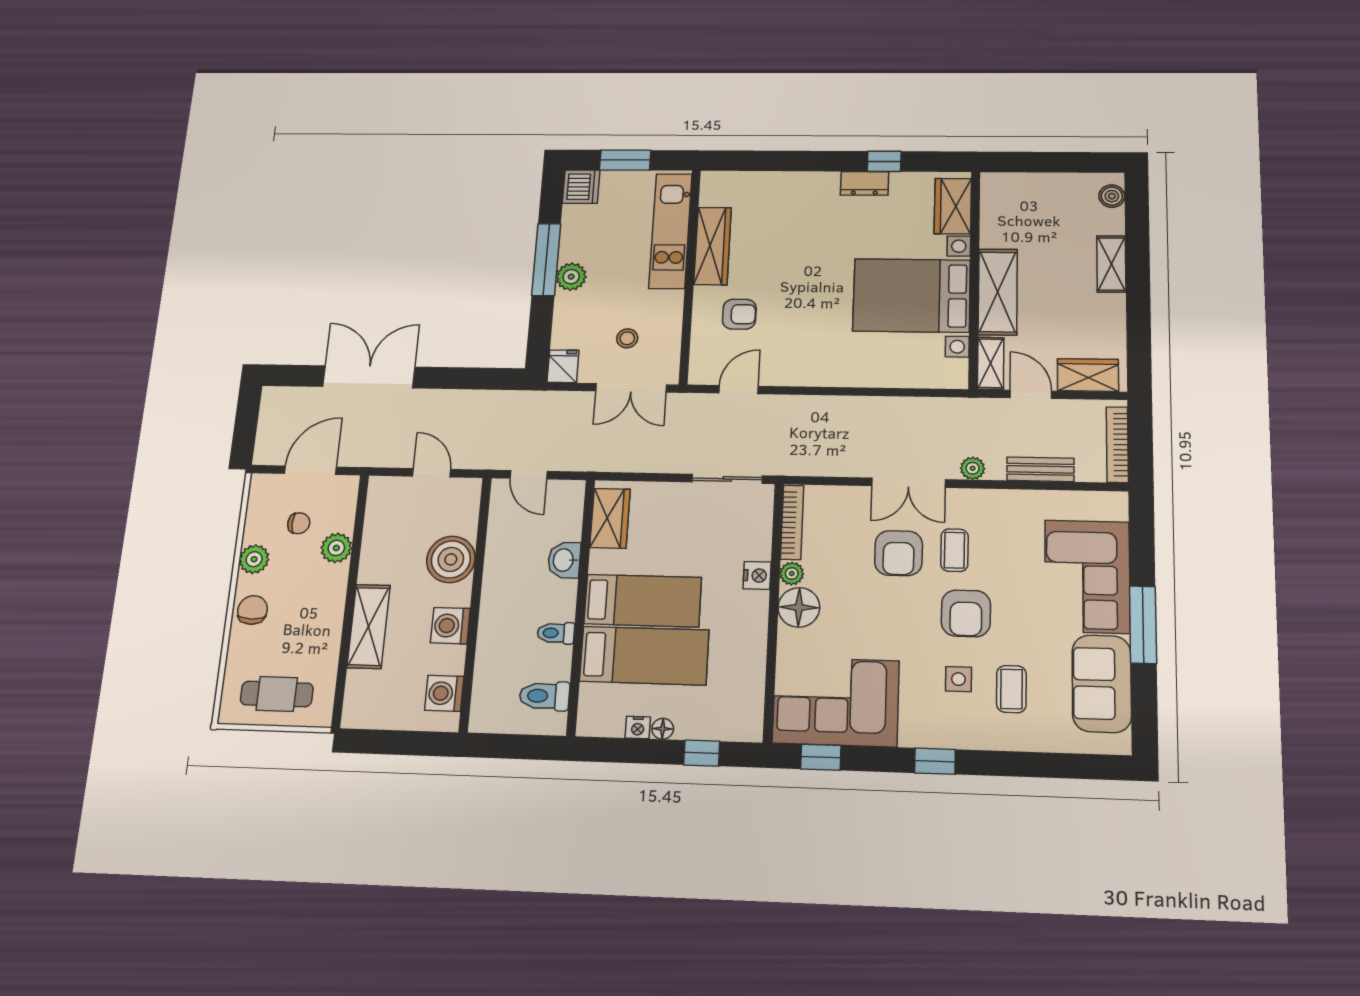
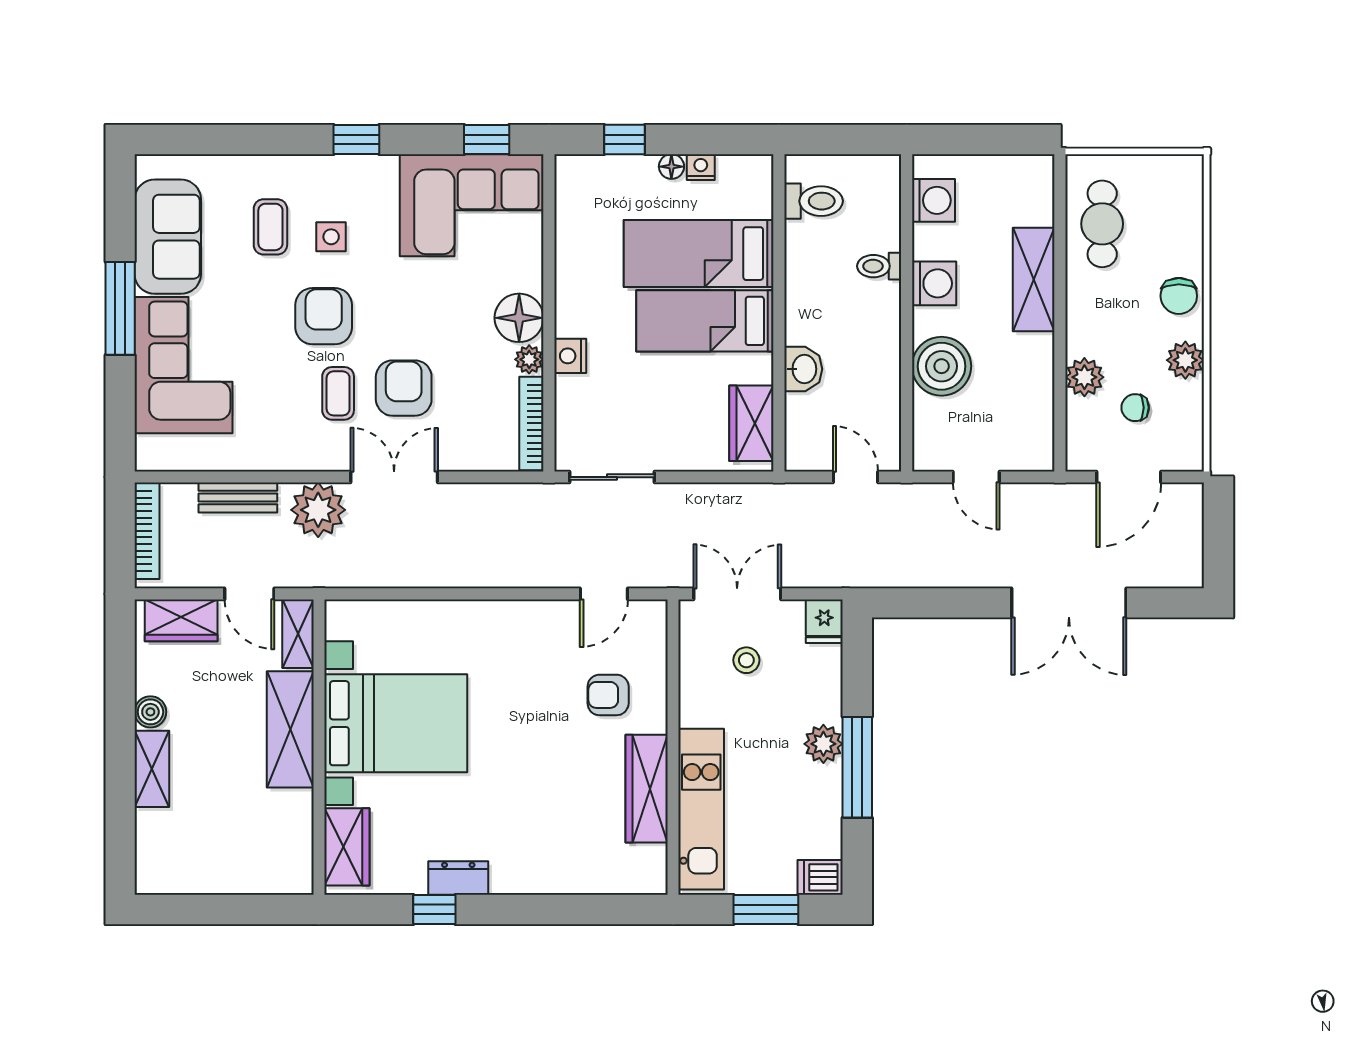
dishwasher: (581, 187) -> (820, 877), width x0.73
boiler: (1112, 196) -> (150, 712), moved
plant: (973, 468) -> (318, 510), width x1.87, depth x1.87
toilet: (556, 633) -> (879, 266), moved, turned 180
cafe table: (277, 694) -> (1102, 224), moved, turned 90

